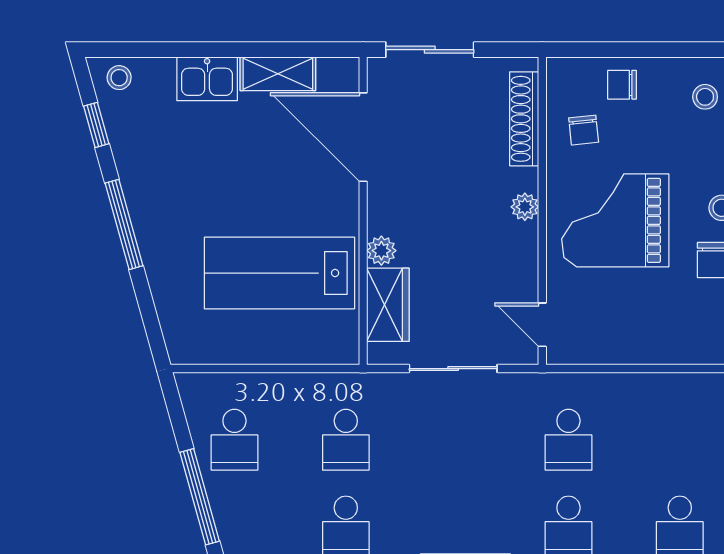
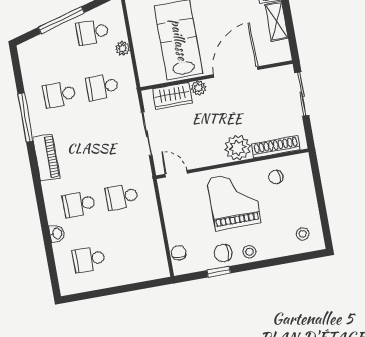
chair: (622, 85) -> (179, 253), moved
door: (363, 137) -> (236, 72), moved
plant: (525, 207) -> (238, 148), width x1.88, depth x1.88
door: (542, 325) -> (176, 174), hinge flipped
plant: (277, 386) -> (123, 48), added

